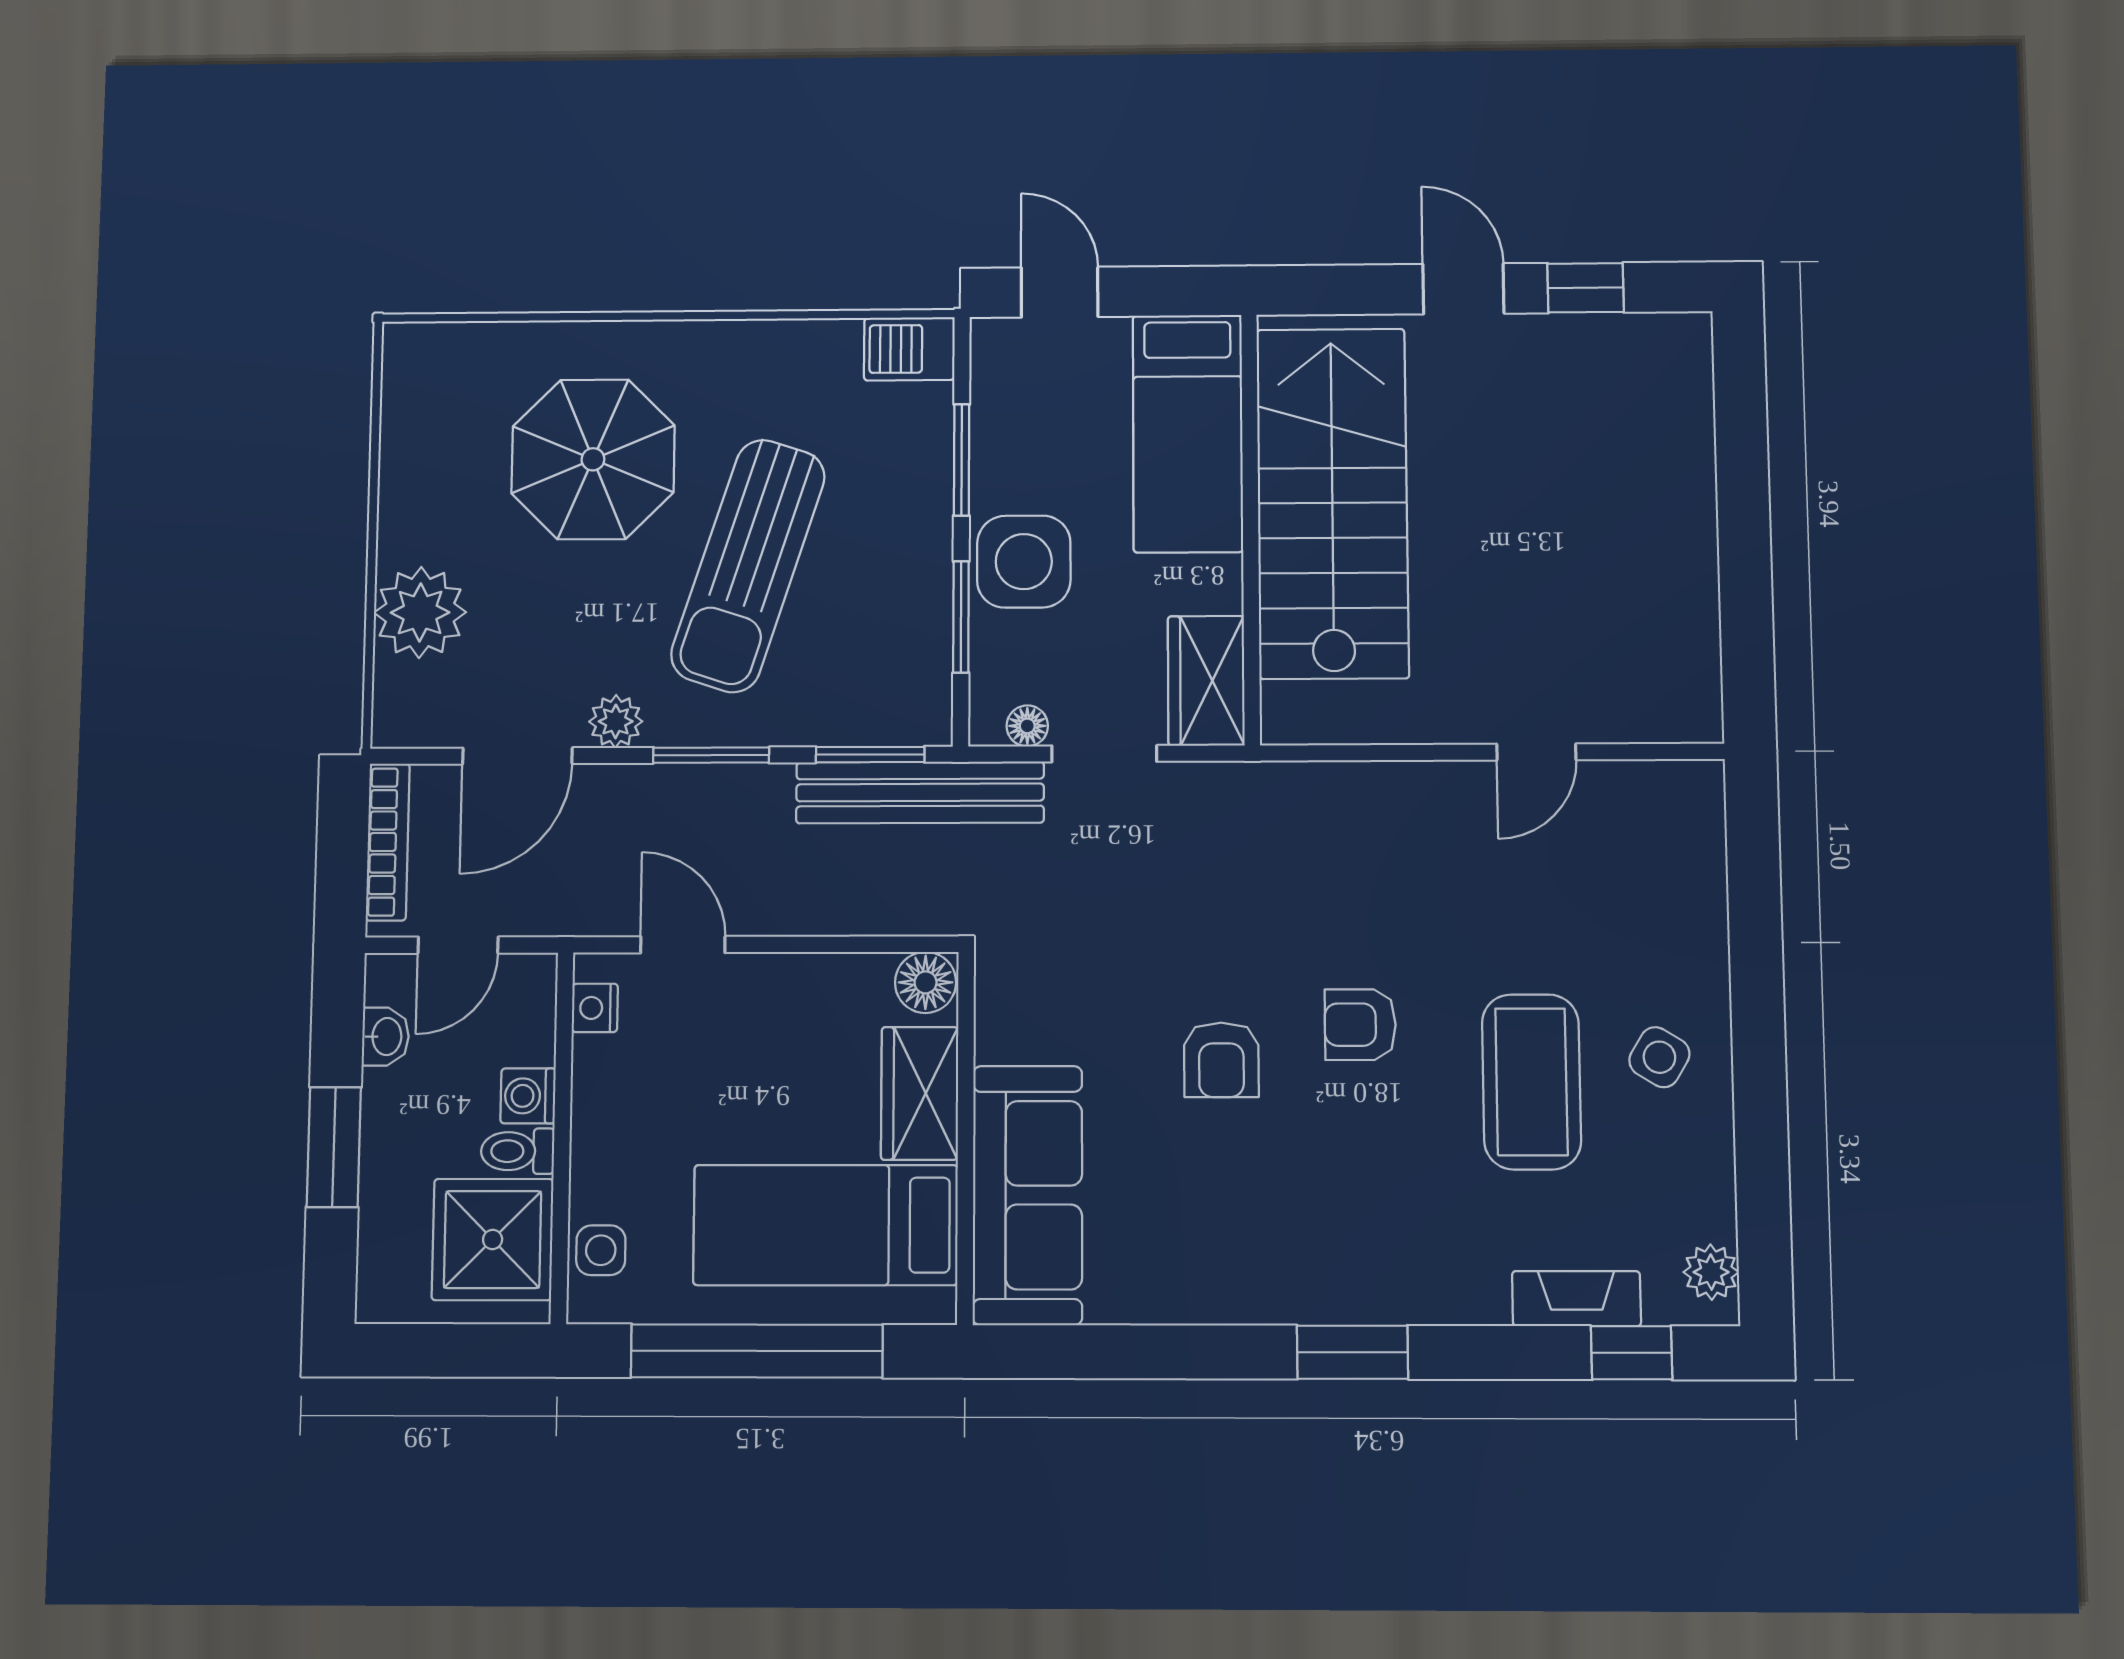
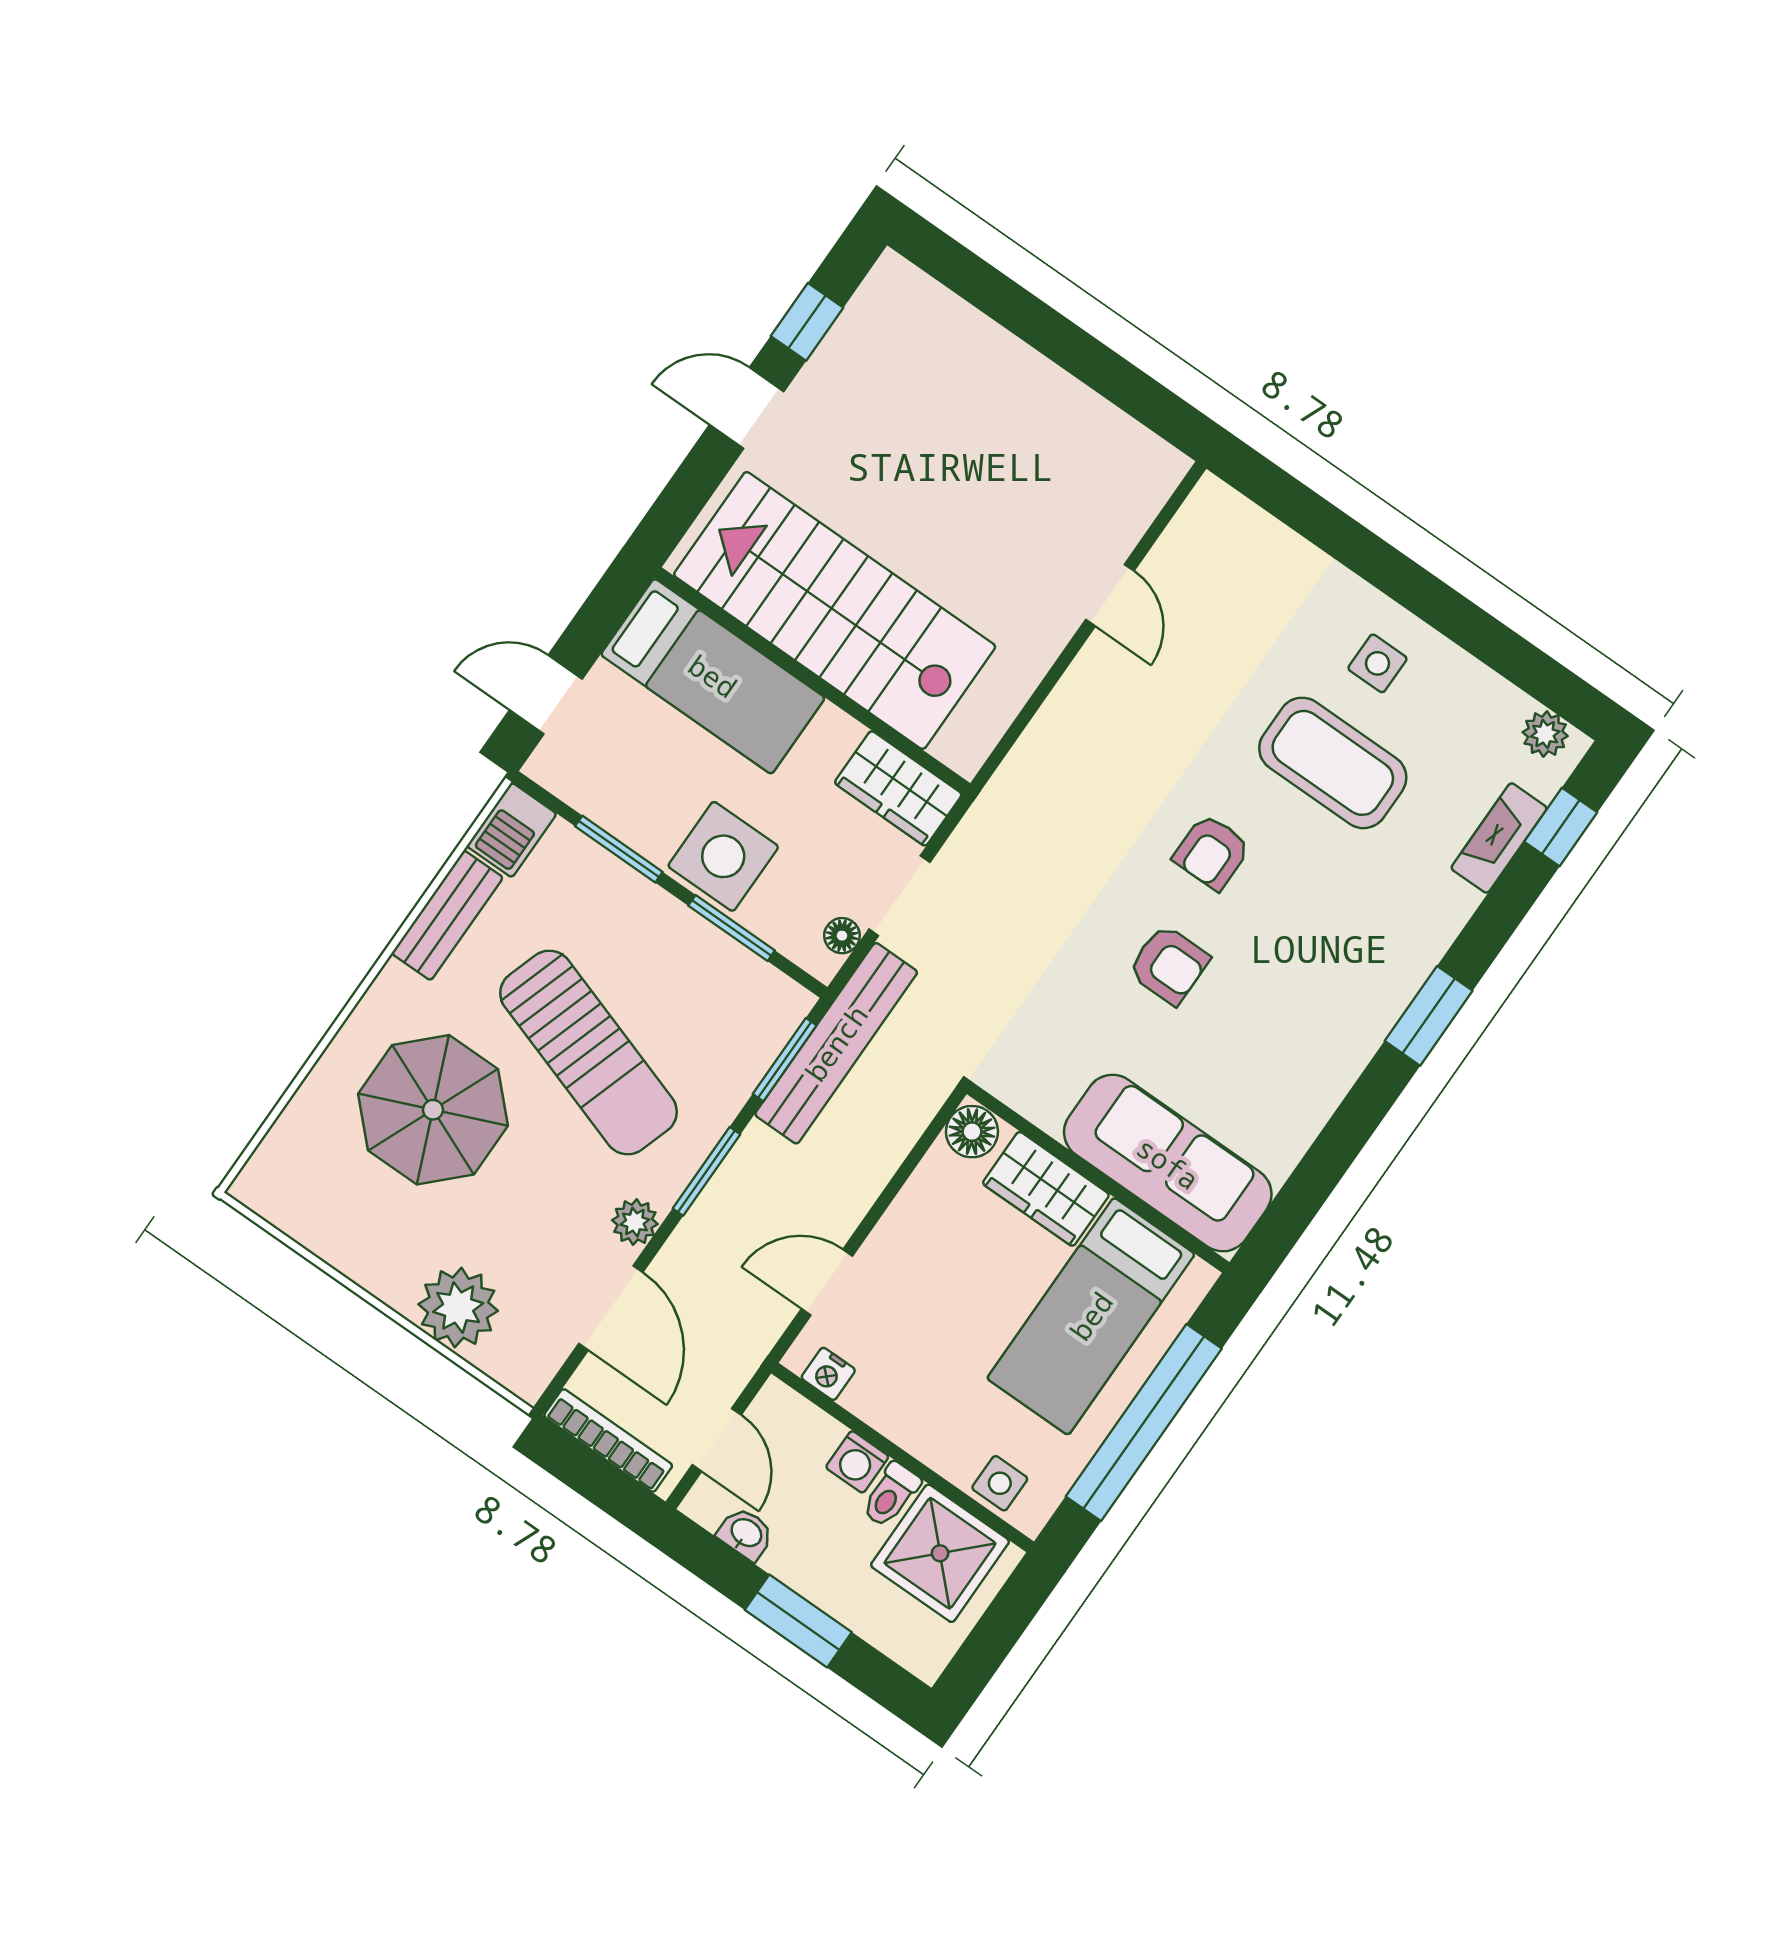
bench: (787, 346) -> (447, 915), added
side table: (1659, 1057) -> (1377, 663), turned -31

